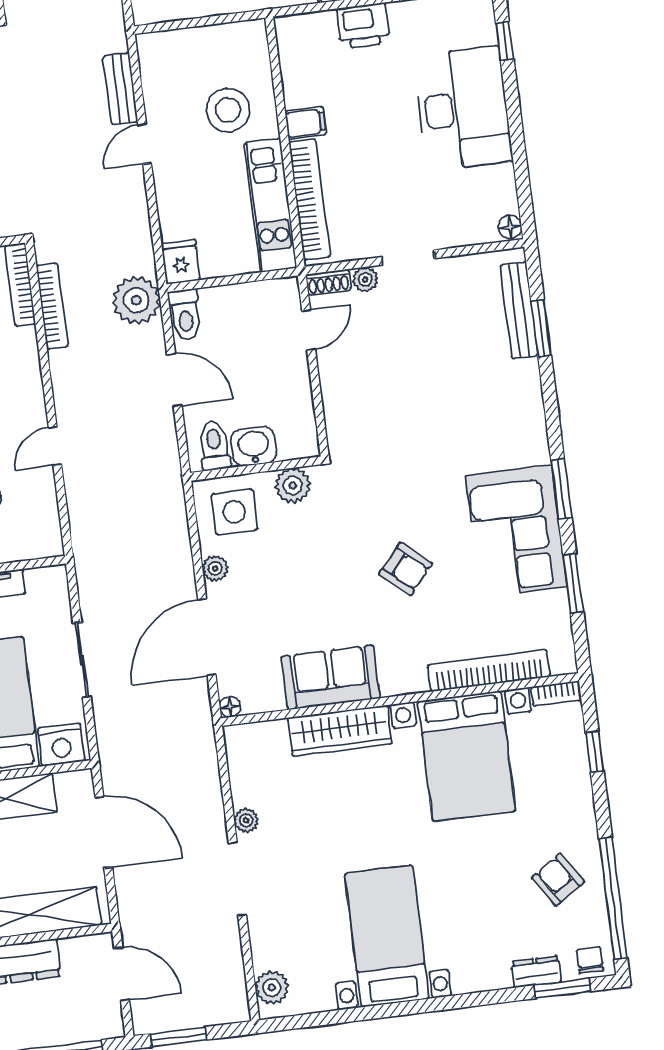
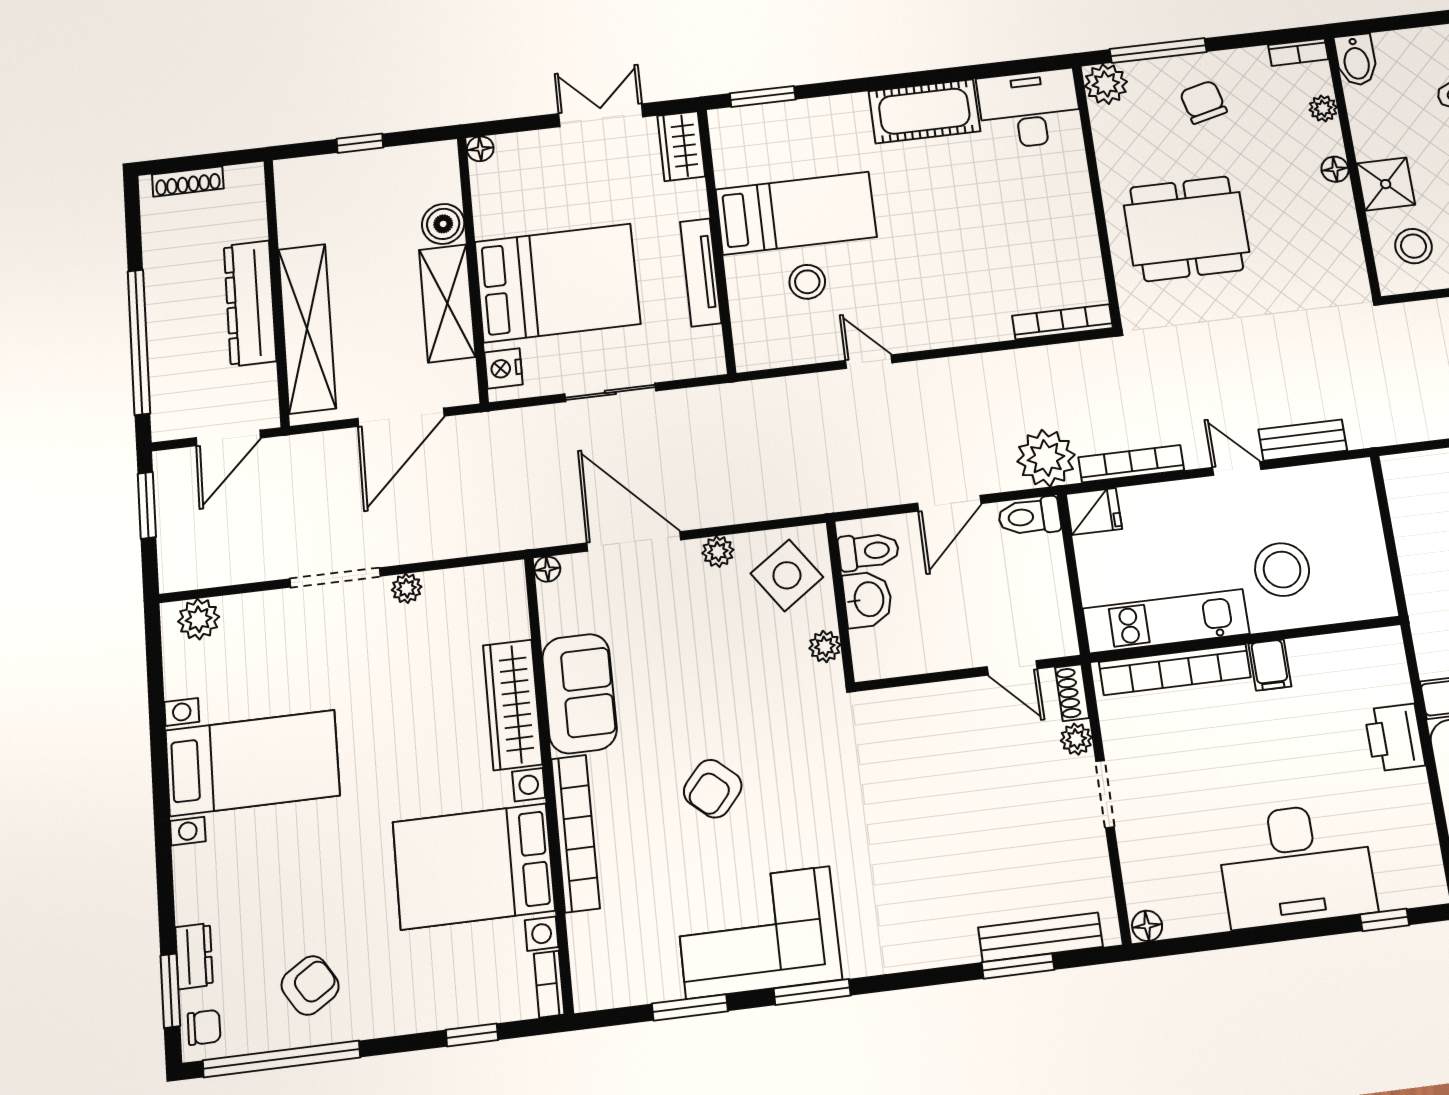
bookcase: (52, 306) -> (1131, 464), moved, turned 180
plant: (293, 485) -> (825, 646), width x0.73, depth x0.73
side table: (234, 512) -> (787, 575), turned -35
bookcase: (489, 671) -> (575, 833), moved
nightstand: (61, 745) -> (503, 368), width x0.74, depth x0.75

